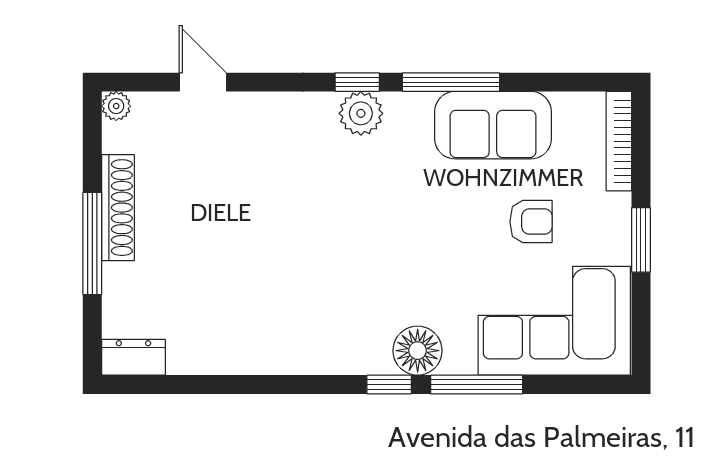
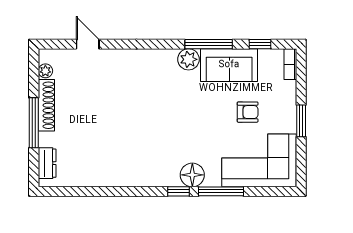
window: (357, 82) -> (260, 44), moved
plant: (116, 106) -> (45, 71), moved
plant: (361, 113) -> (188, 59), moved
bookcase: (619, 141) -> (290, 64), width x0.64
dresser: (133, 357) -> (47, 163), moved, turned 90

